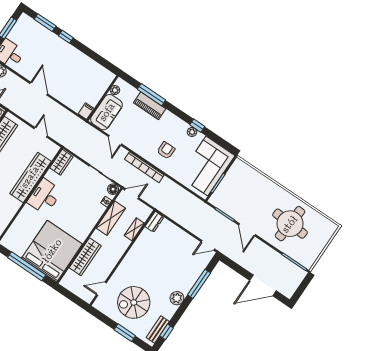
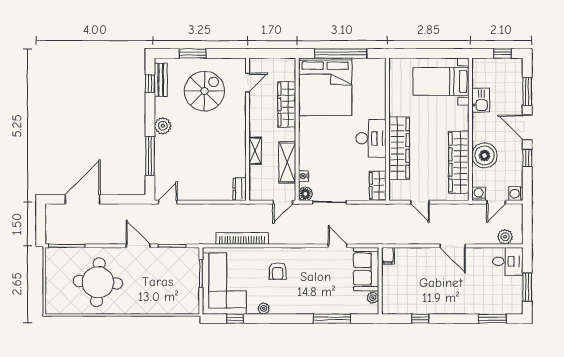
window: (66, 37) -> (420, 319), moved
piano: (150, 106) -> (326, 306), removed
window: (197, 126) -> (235, 319), moved
bookcase: (144, 167) -> (242, 238), moved
shelving: (134, 229) -> (255, 151), moved

